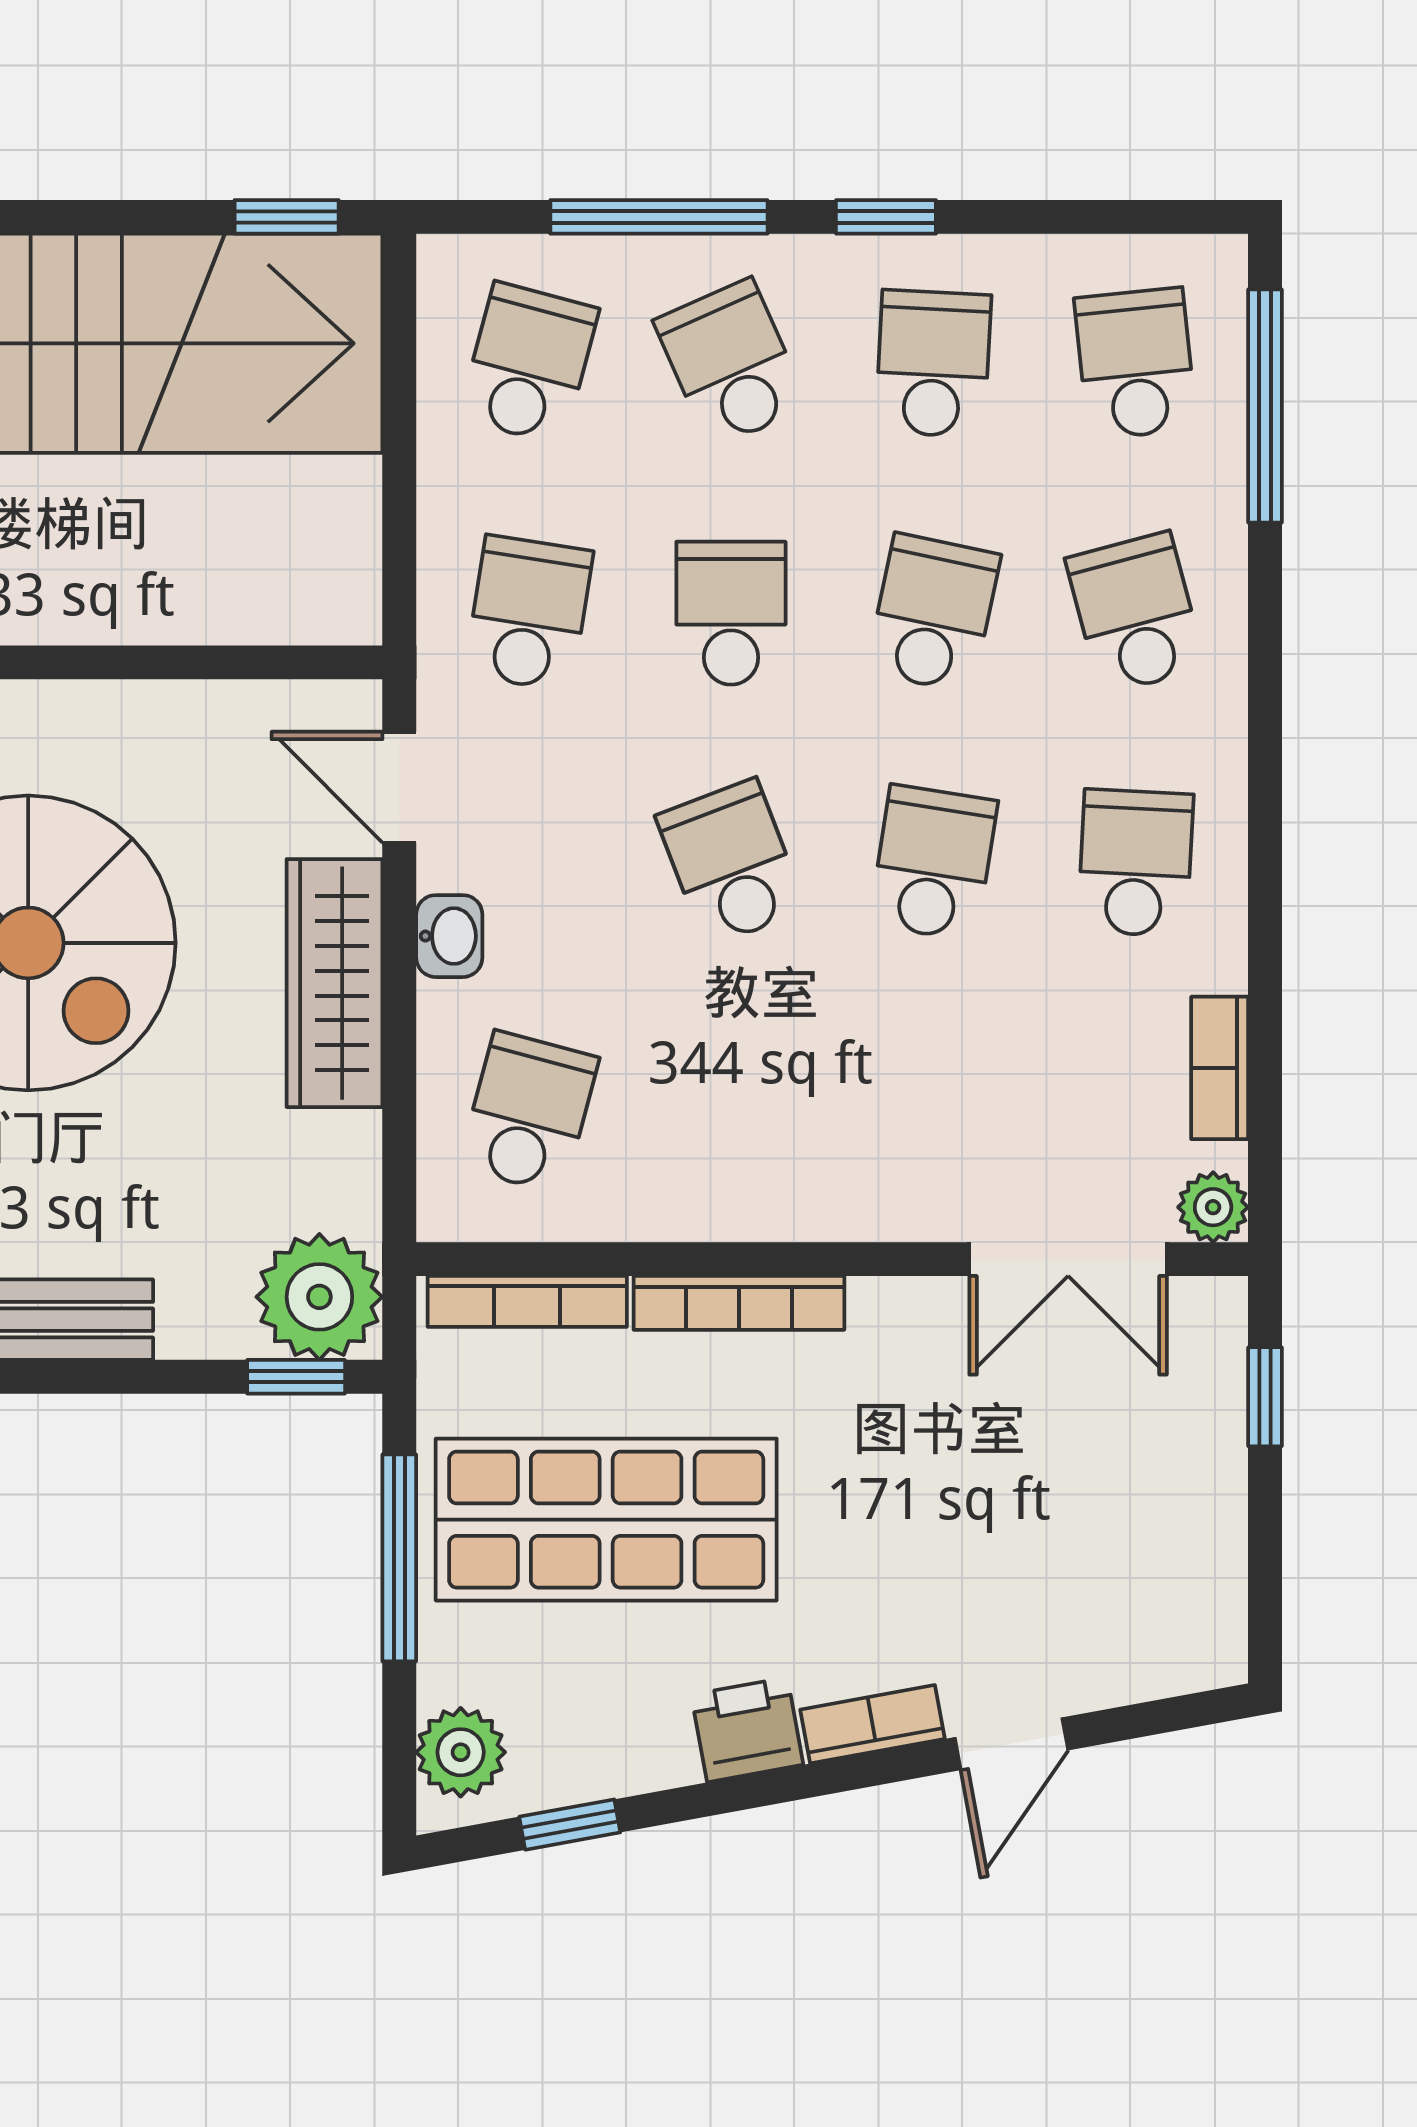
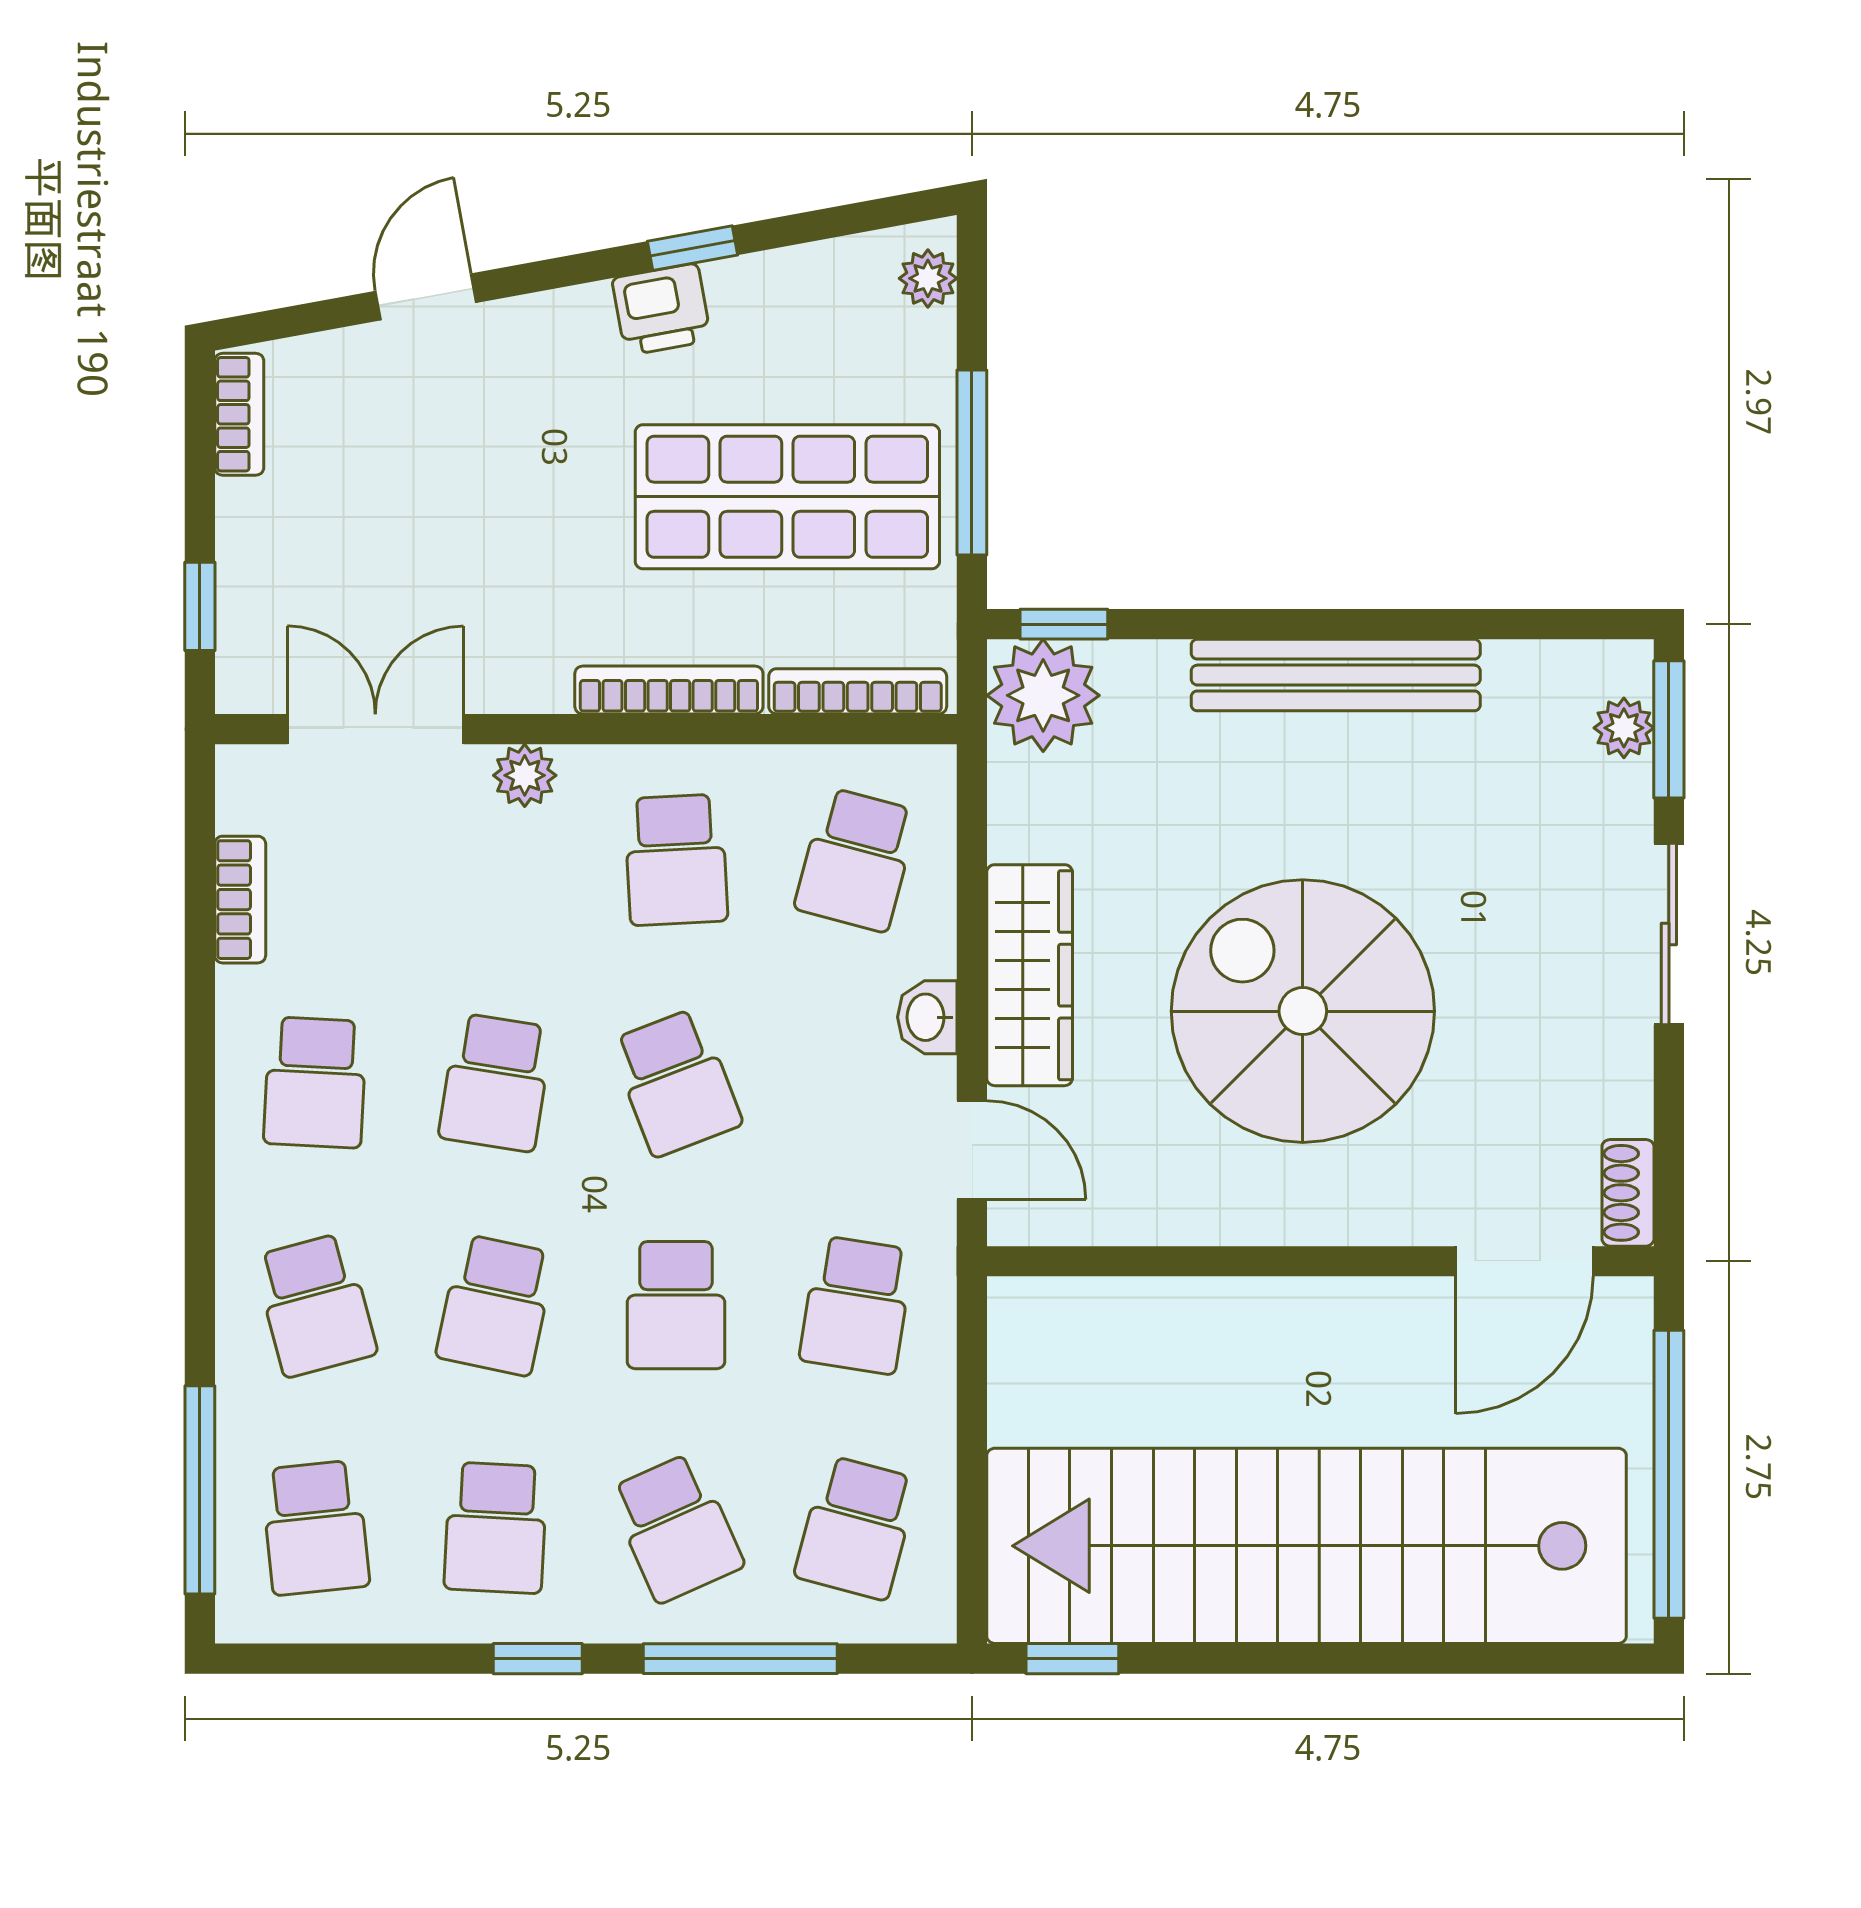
school desk: (731, 1113) -> (676, 860), added
plant: (1213, 1207) -> (525, 775), moved
bookcase: (873, 1724) -> (239, 414), moved, turned -80
plant: (461, 1752) -> (928, 278), width x0.73, depth x0.73
window: (570, 1825) -> (692, 248), moved

